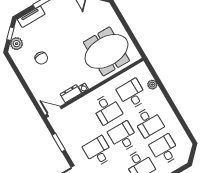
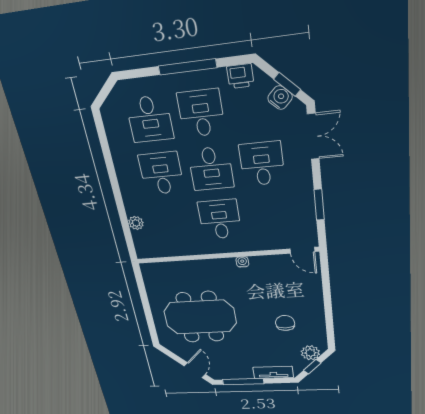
meeting table: (106, 51) -> (200, 317), moved
dresser: (71, 94) -> (265, 263), removed
desk: (132, 94) -> (172, 223), removed
desk: (98, 152) -> (262, 164), turned 180

